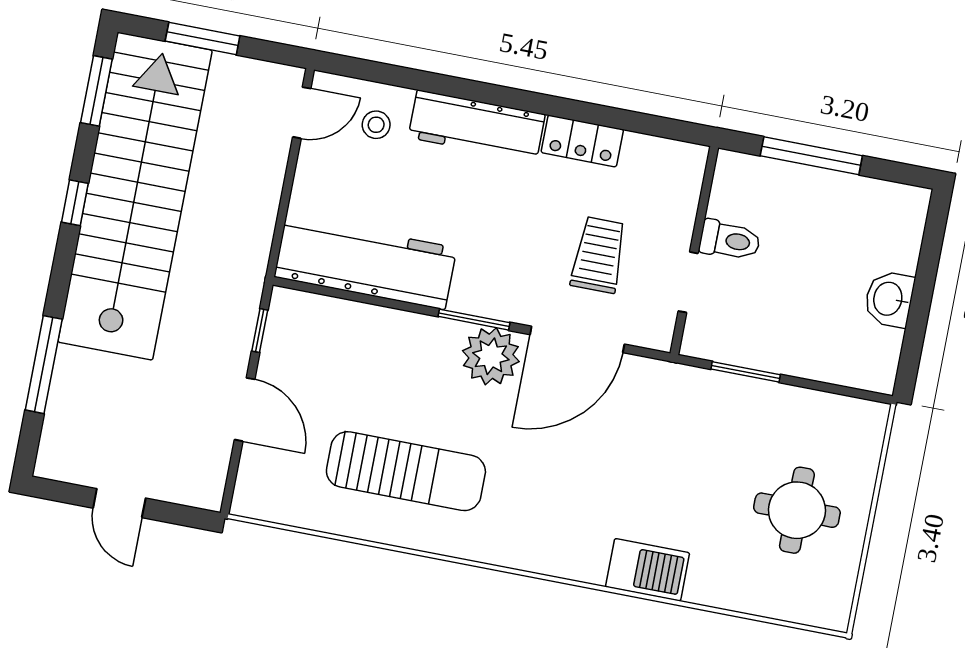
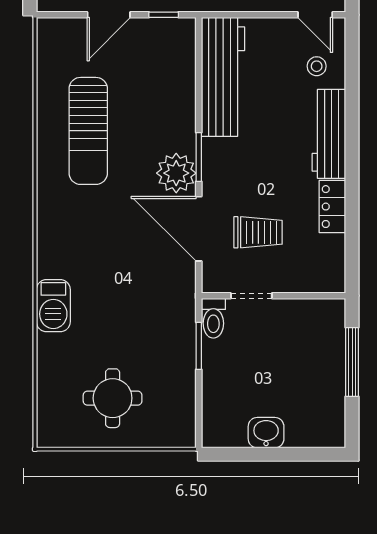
toilet: (730, 240) -> (213, 318), moved

